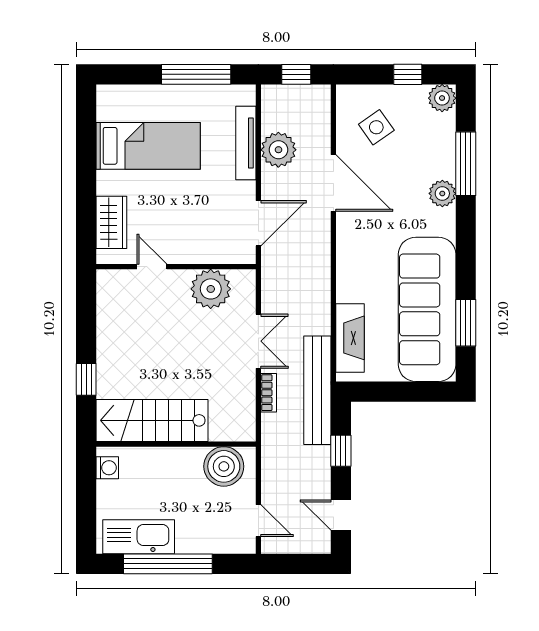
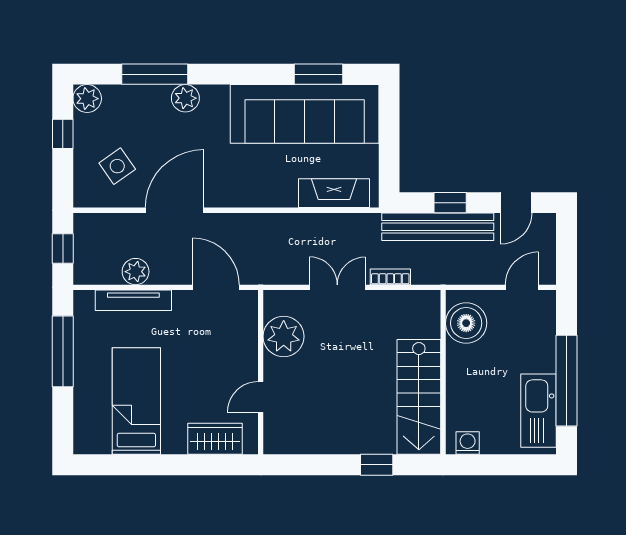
plant: (278, 150) -> (136, 272), width x0.73, depth x0.73
bench: (317, 390) -> (438, 227), moved

